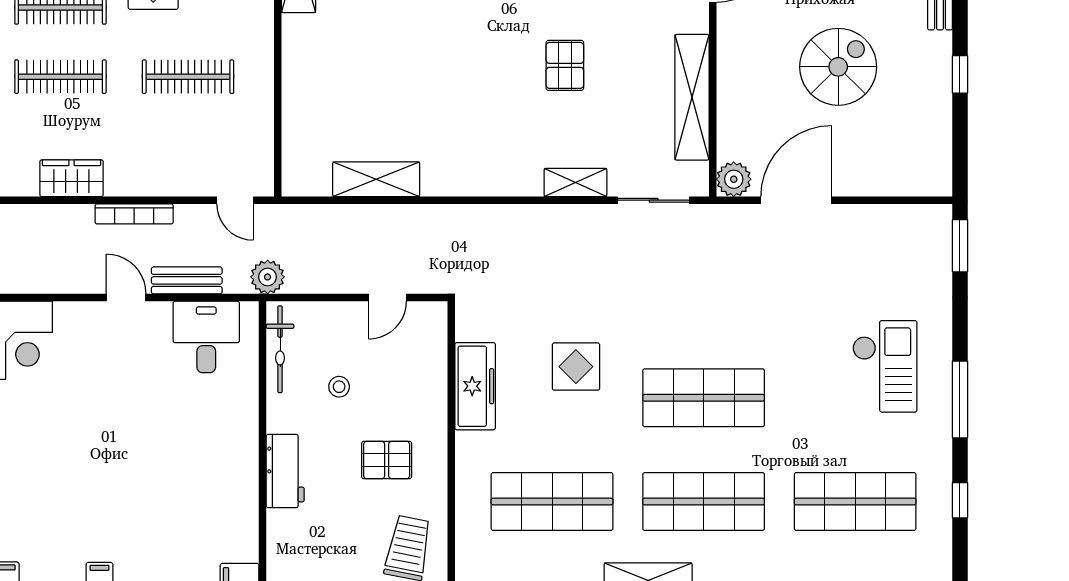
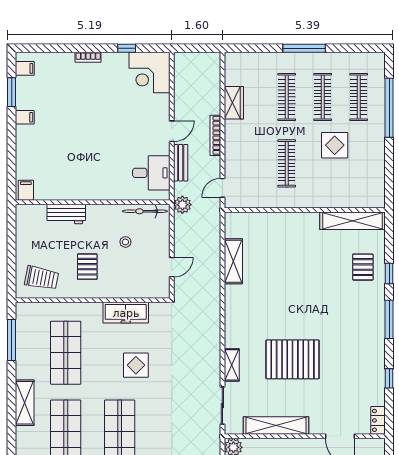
pallet: (565, 65) -> (293, 359), width x2.05, depth x2.00
door: (387, 298) -> (172, 267), swing flipped
workbench: (285, 471) -> (66, 214), moved

